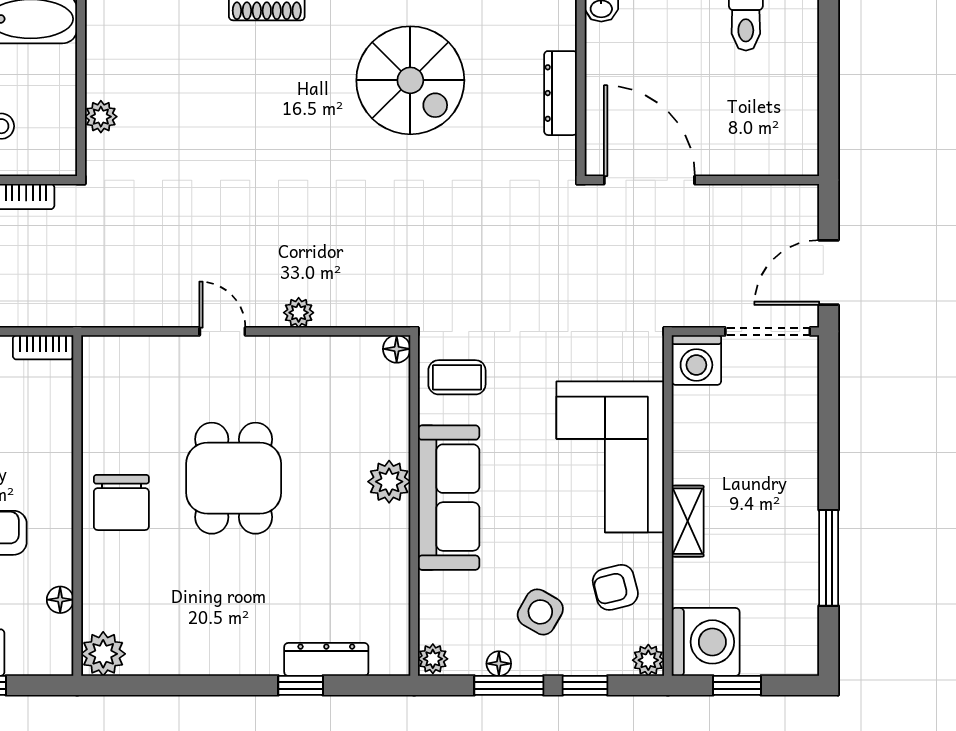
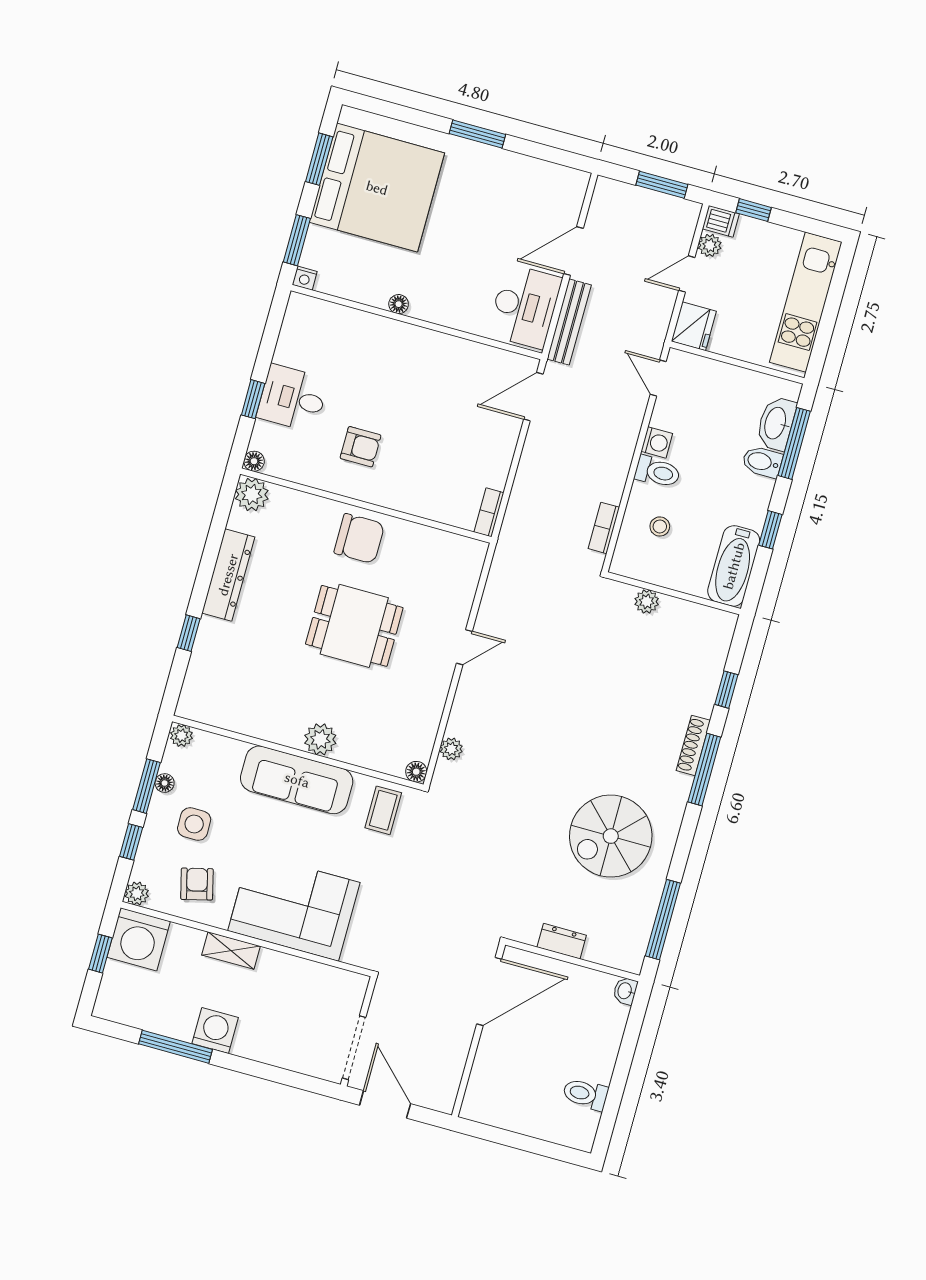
dresser: (561, 93) -> (562, 941), width x0.70
plant: (299, 313) -> (451, 749), moved
washing machine: (696, 360) -> (215, 1031), moved, turned 90
chair: (121, 502) -> (359, 539), turned 180
floor lamp: (60, 600) -> (254, 461), moved
side table: (540, 612) -> (194, 824), turned -30
dresser: (326, 659) -> (228, 575), moved, width x1.37, depth x1.24

